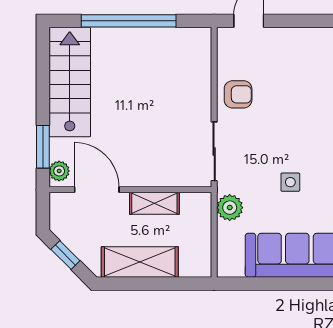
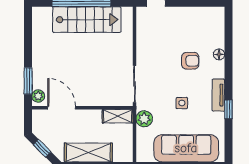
stairs: (70, 82) -> (87, 20), moved, turned 90
armchair: (238, 94) -> (190, 61), moved
shelving: (154, 203) -> (118, 116), moved

